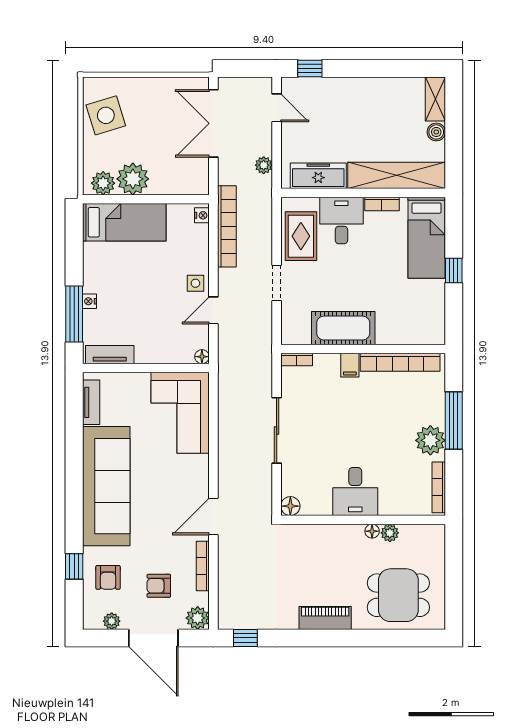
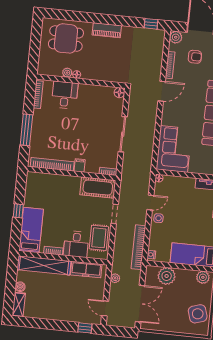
plant: (133, 179) -> (167, 276), moved
cot: (343, 328) -> (98, 188), moved
plant: (430, 440) -> (40, 120), removed
desk: (355, 491) -> (65, 95), moved

